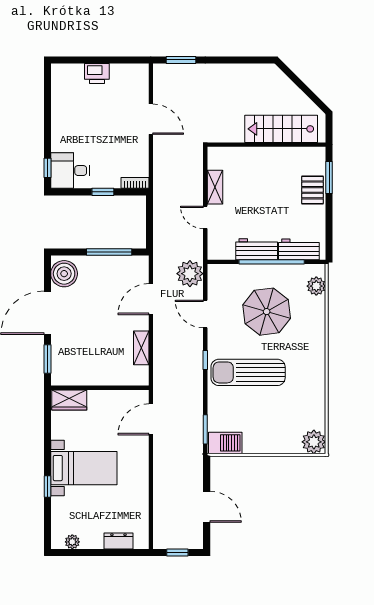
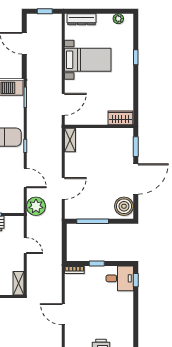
shelving: (215, 187) -> (18, 283), moved
shelving: (141, 348) -> (70, 140), moved
bed with nightstands: (84, 468) -> (88, 60), moved, turned 180
dresser: (118, 541) -> (82, 19), width x1.44

